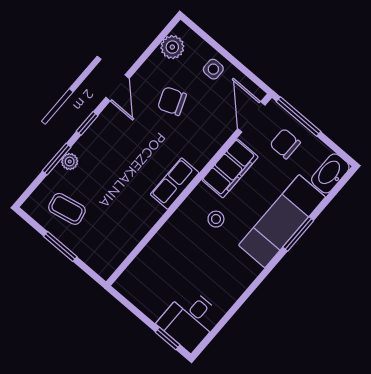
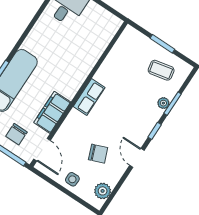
chair: (285, 144) -> (16, 134), turned 90
stool: (216, 219) -> (58, 76), removed

